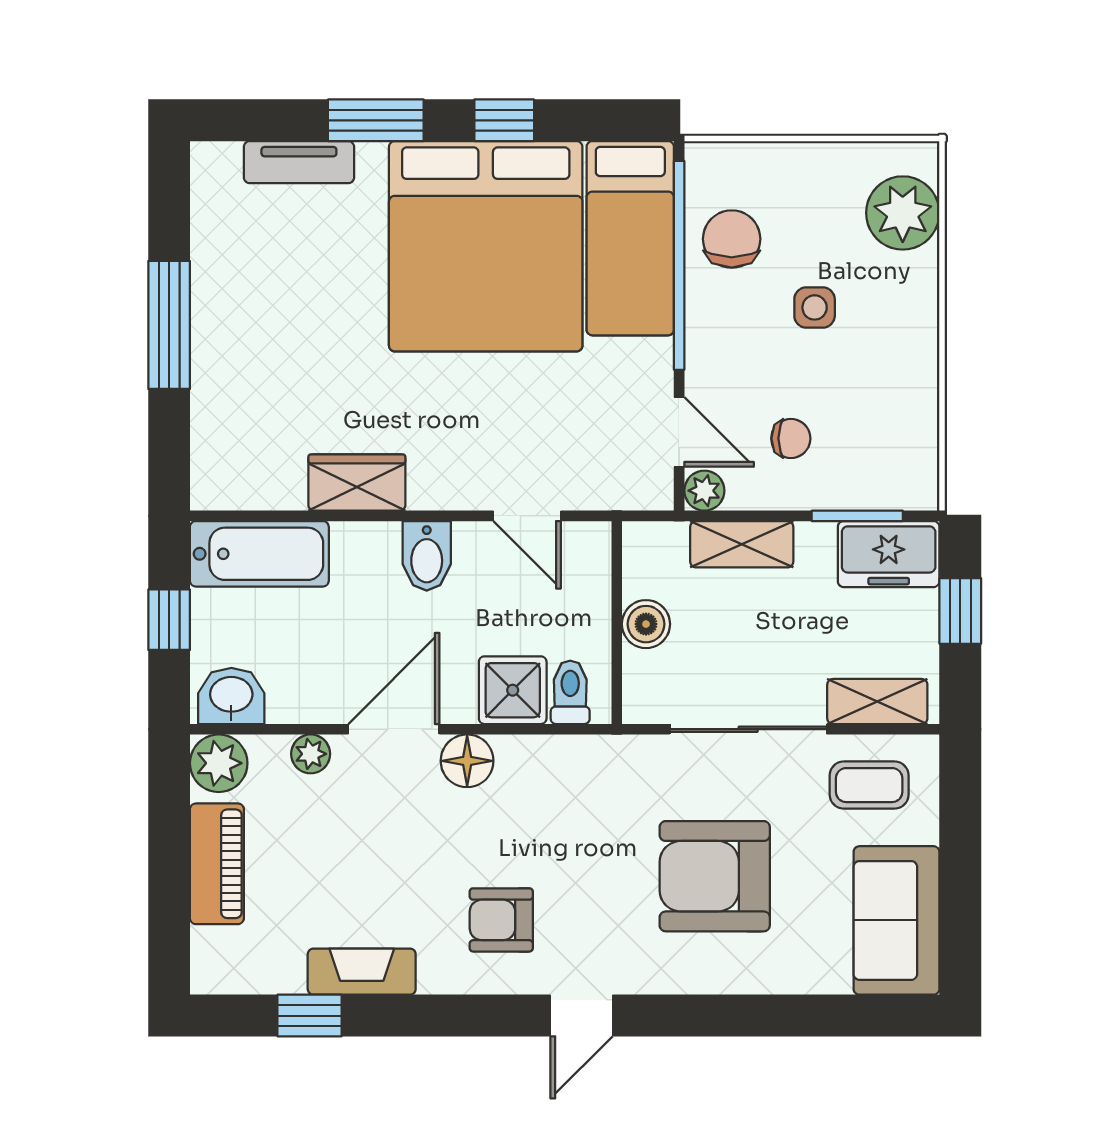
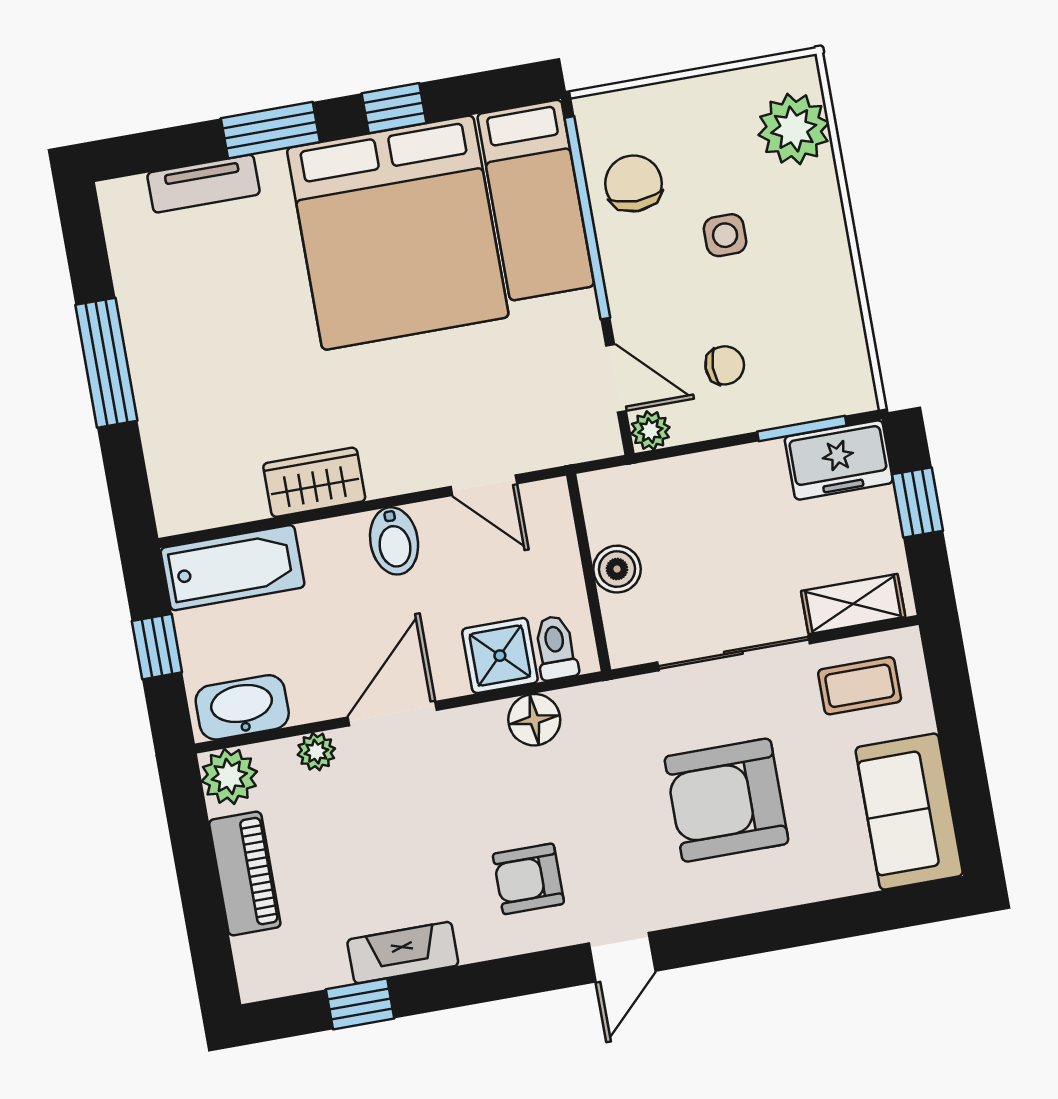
shelving: (742, 544) -> (696, 476), removed
washbasin: (231, 696) -> (242, 707), width x1.38
floor lamp: (467, 761) -> (534, 720), moved

